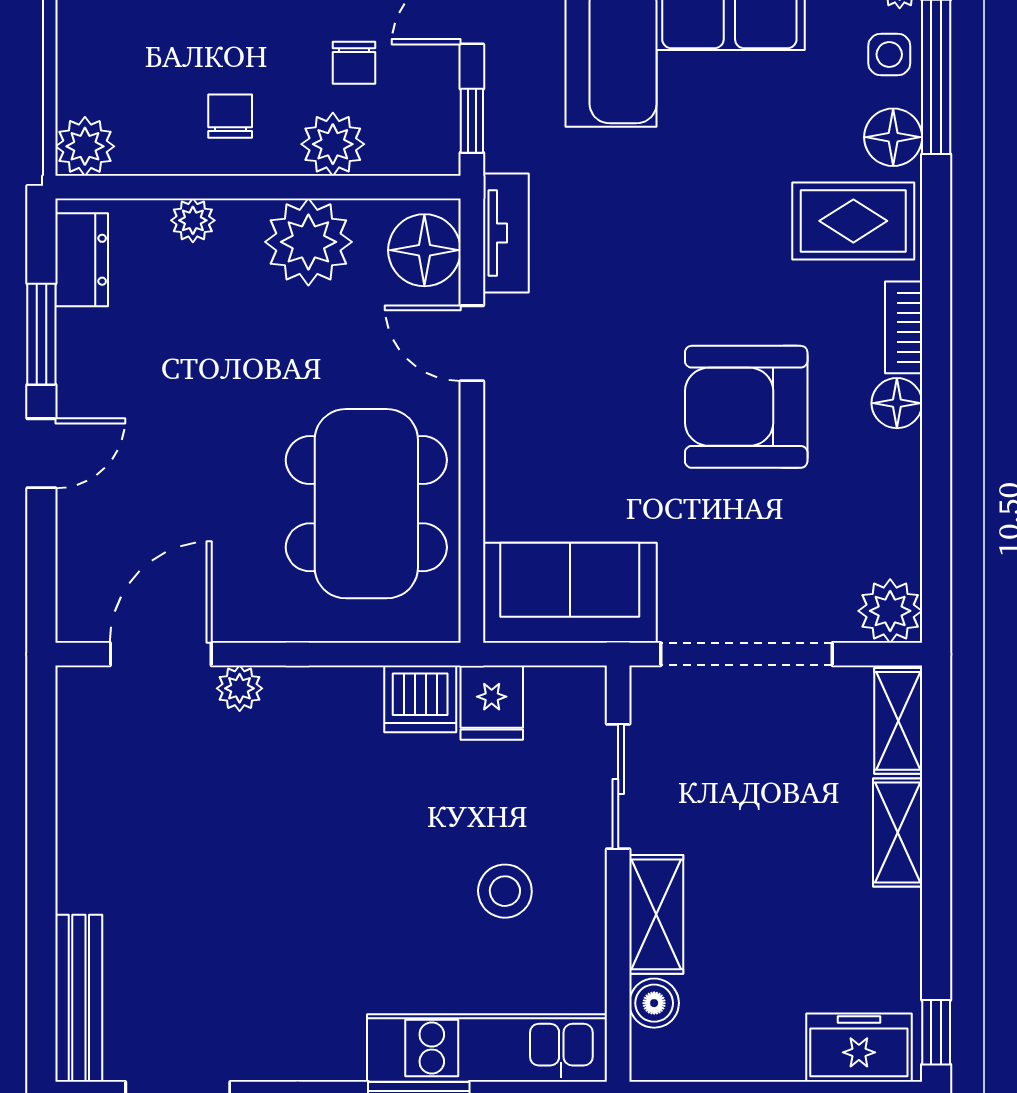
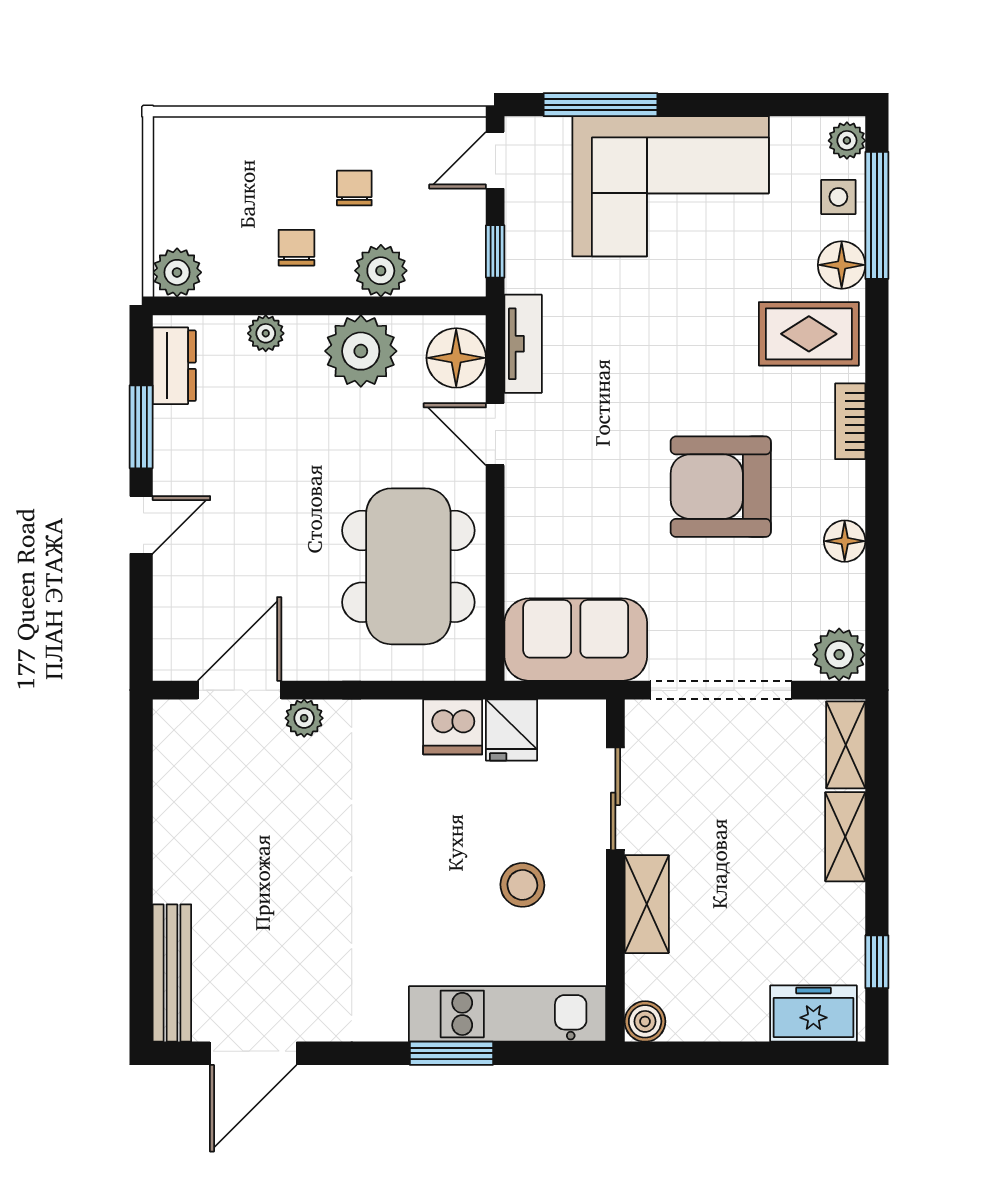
chair: (354, 63) -> (354, 188), moved, turned 180
floor lamp: (897, 403) -> (845, 541), moved
boiler: (654, 1003) -> (645, 1021), moved
window: (936, 1032) -> (877, 962), moved

